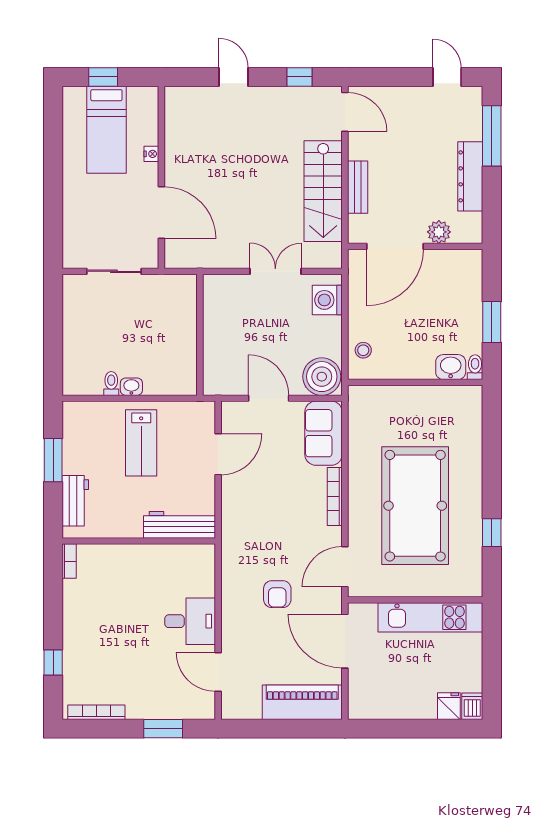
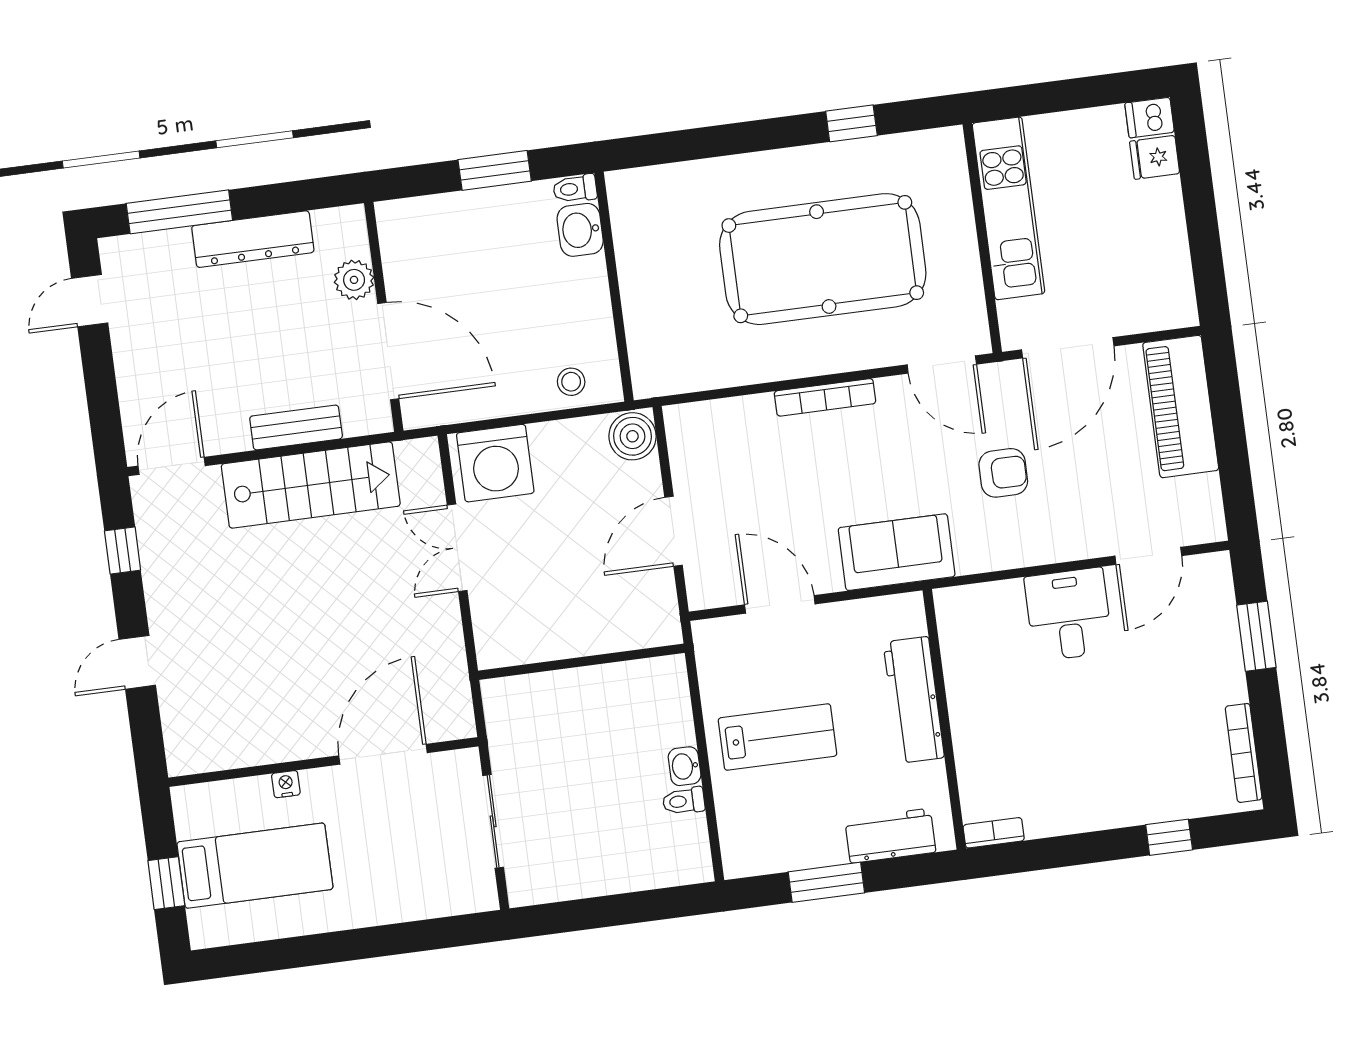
washing machine: (327, 300) -> (495, 463), width x1.37, depth x1.37
boiler: (322, 377) -> (632, 436), width x0.73, depth x0.73
sofa: (324, 433) -> (897, 552), moved, turned 180
workbench: (179, 525) -> (914, 700), moved

